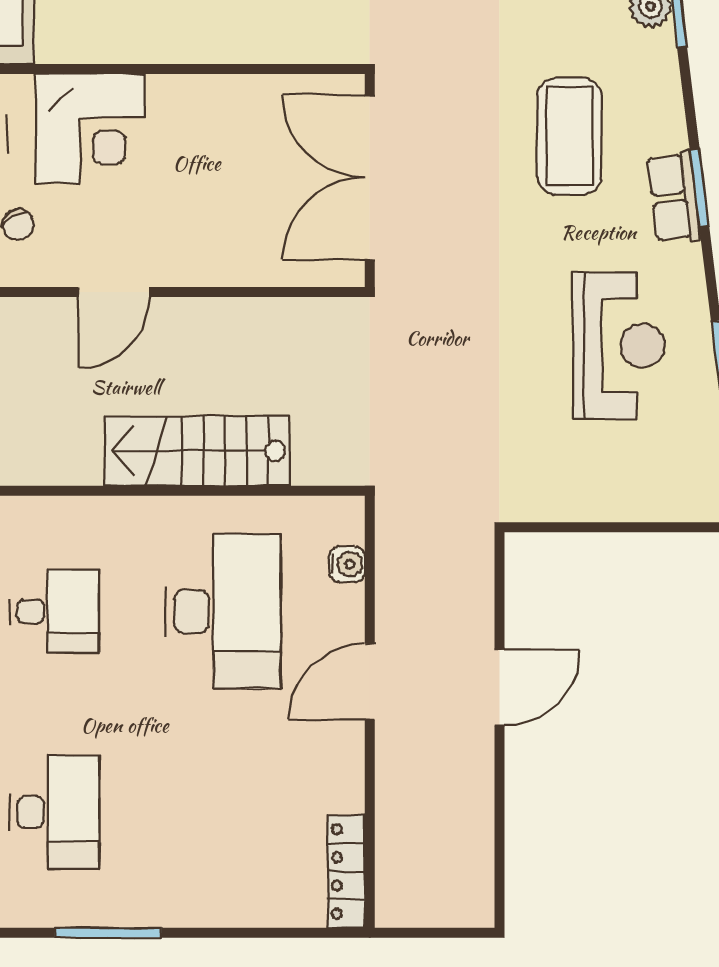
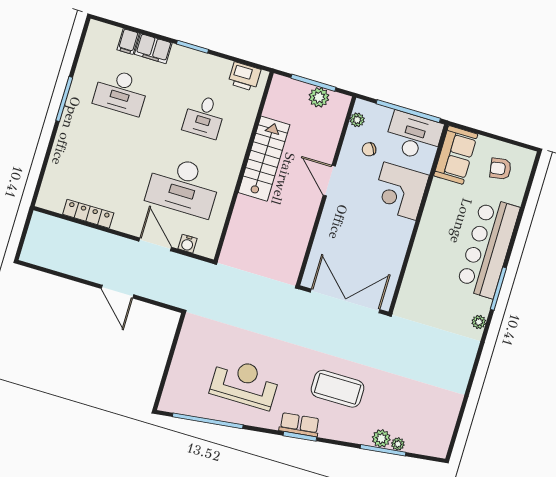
reception desk: (619, 346) -> (245, 383), turned 180
stairs: (197, 451) -> (264, 159), moved
door: (370, 682) -> (155, 244), moved
locker: (346, 871) -> (88, 214), moved

